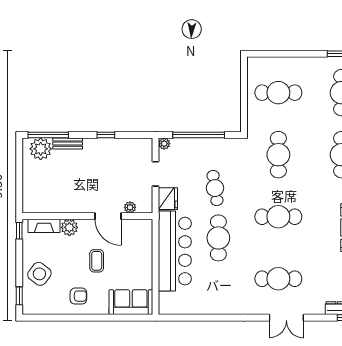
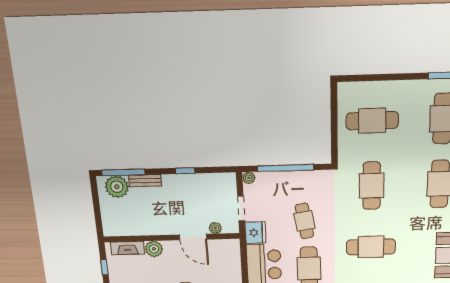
plant: (130, 207) -> (215, 228), moved
wall: (87, 216) -> (172, 238), moved
door: (108, 216) -> (193, 237), moved
fireplace: (44, 226) -> (128, 248), moved
plant: (69, 227) -> (154, 249), moved

